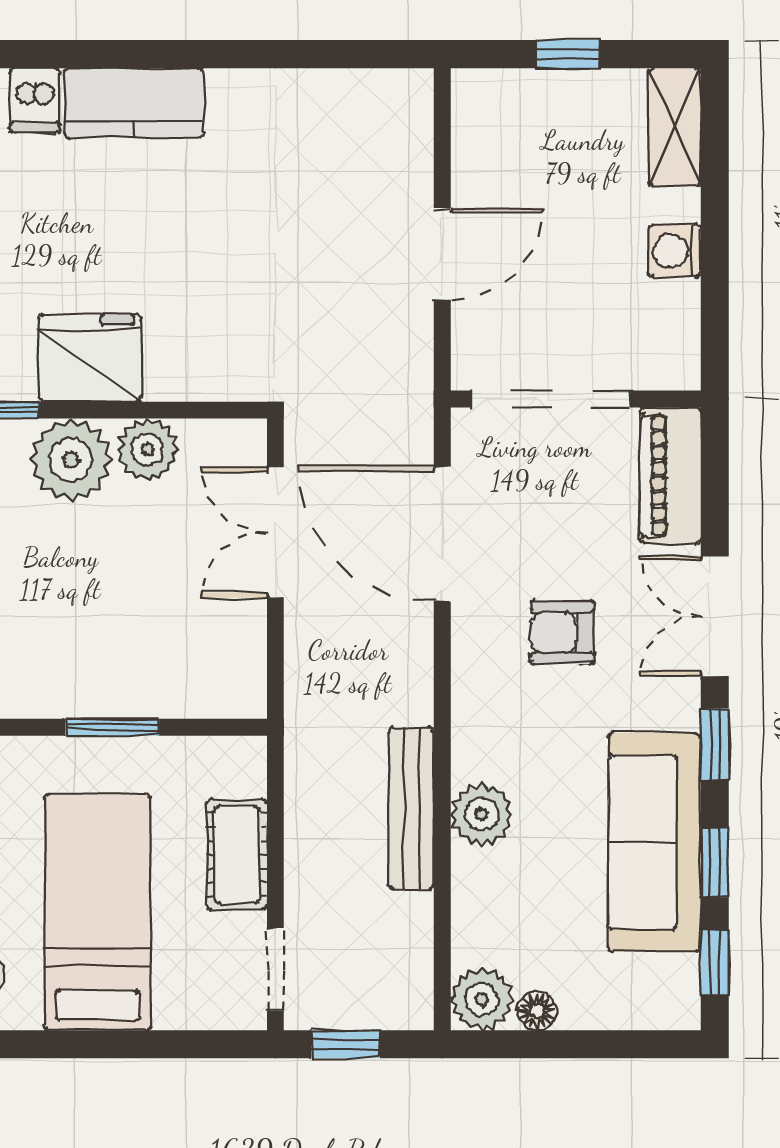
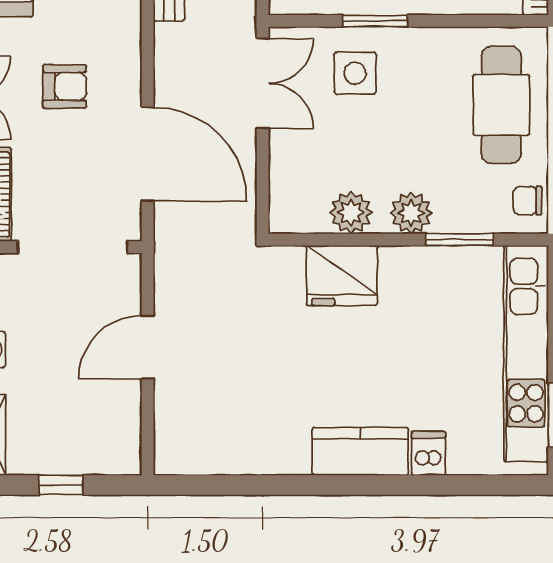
fridge: (90, 358) -> (342, 275), moved
plant: (71, 460) -> (411, 213), width x0.73, depth x0.73
double door: (275, 532) -> (263, 84), moved
side table: (141, 651) -> (355, 73), added

